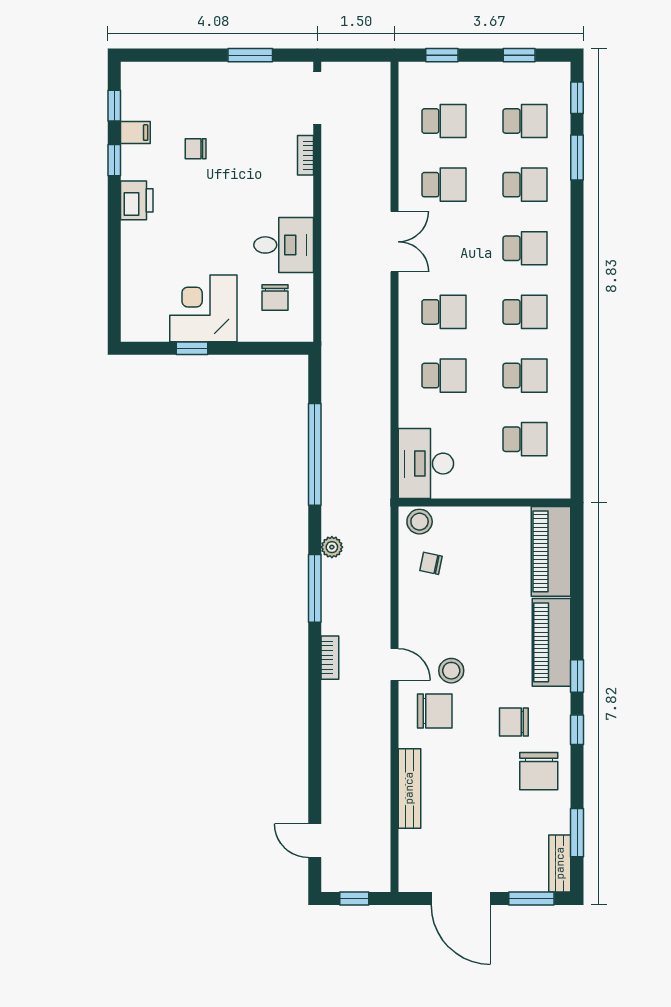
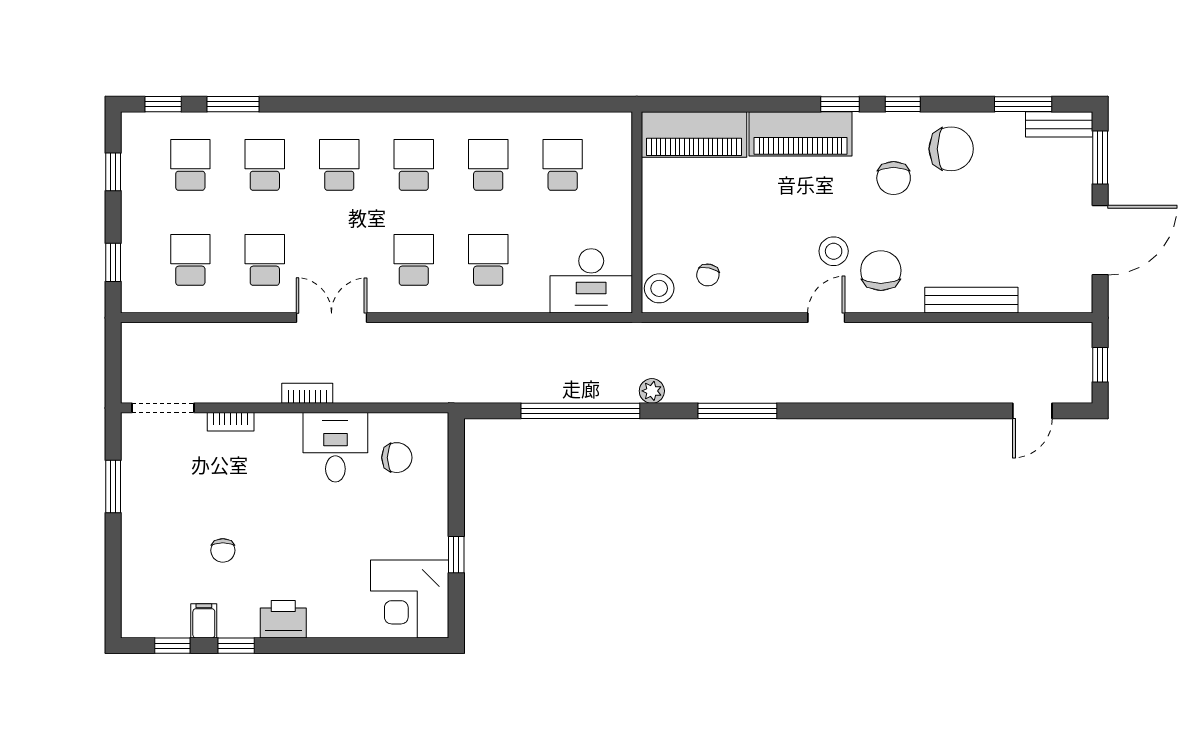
corner desk: (203, 308) -> (410, 599), moved
plant: (332, 547) -> (652, 391), moved
bookcase: (330, 658) -> (307, 393), moved

